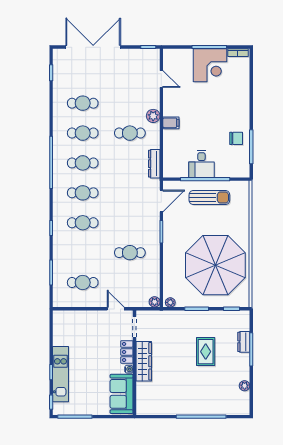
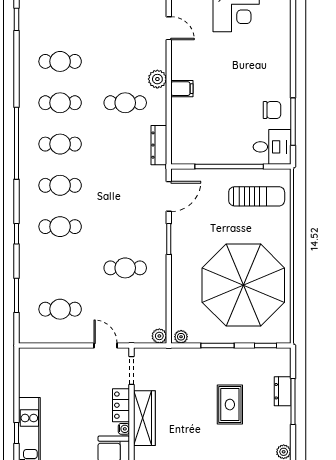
desk: (201, 164) -> (272, 147), moved, turned -90
sun lounger: (209, 198) -> (257, 196), moved

